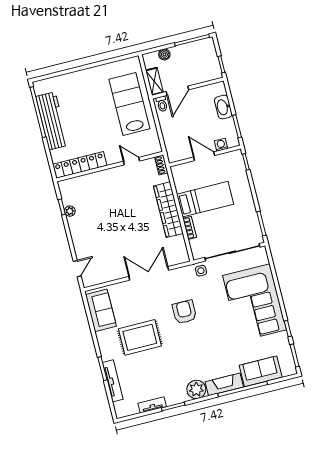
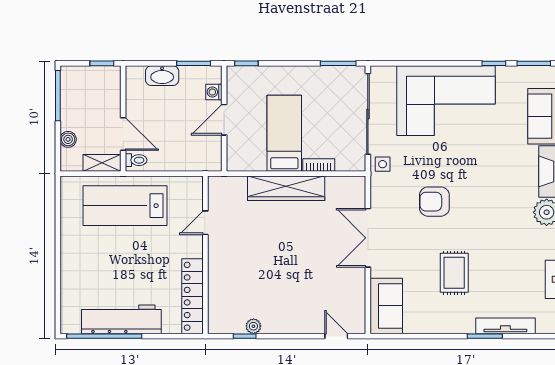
shoe rack: (161, 165) -> (221, 182), removed
sofa: (101, 310) -> (386, 306), moved, turned 90
rug: (140, 337) -> (454, 273), width x0.73, depth x0.70

